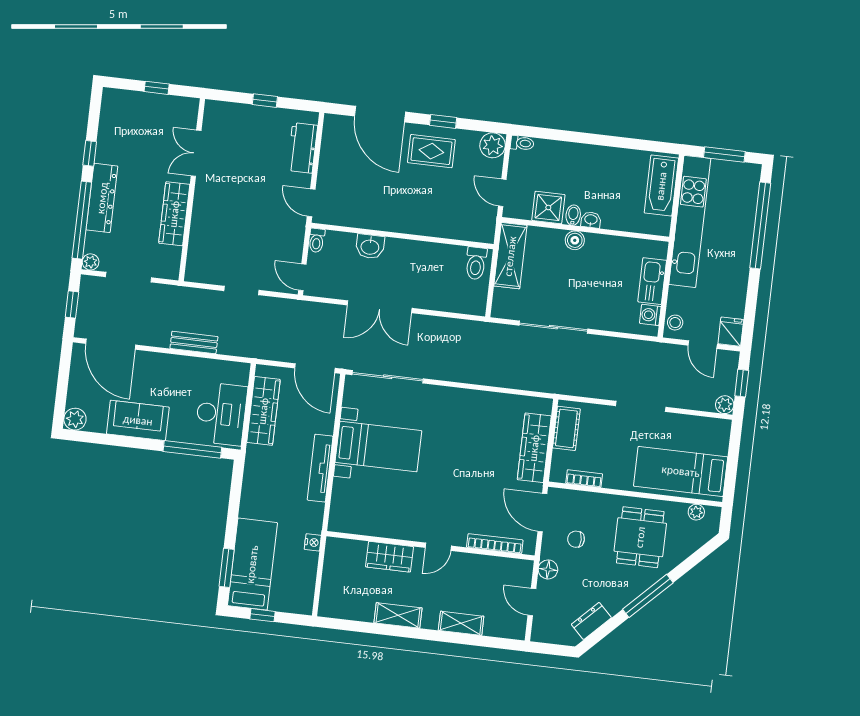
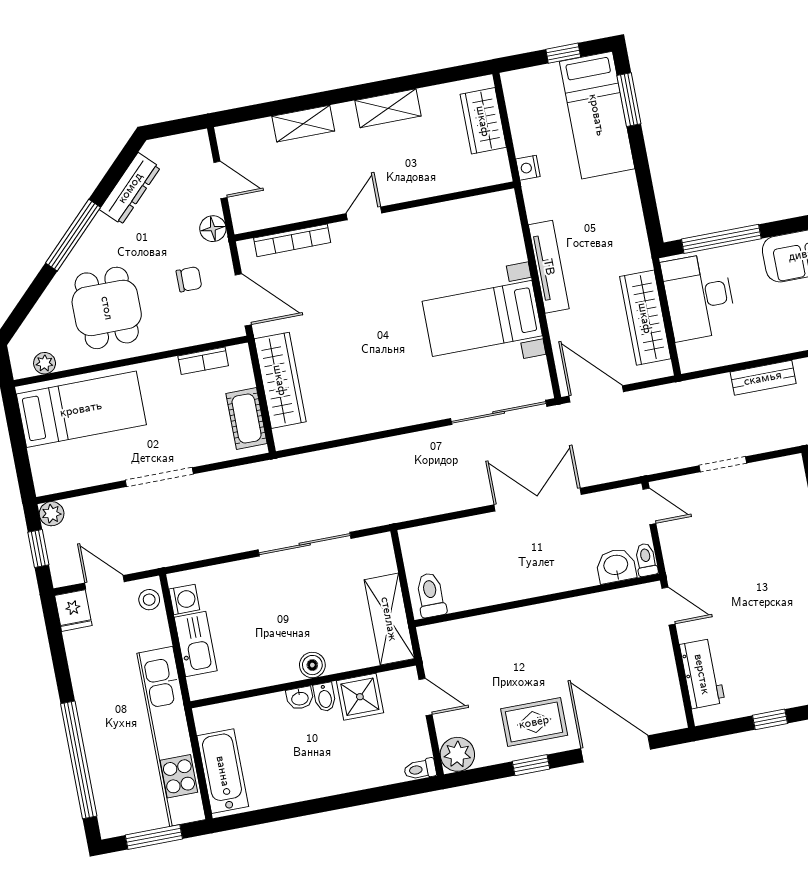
washbasin: (370, 246) -> (616, 566), moved
wardrobe: (389, 557) -> (483, 121), moved, turned -90
dresser: (591, 621) -> (130, 188), width x1.44

